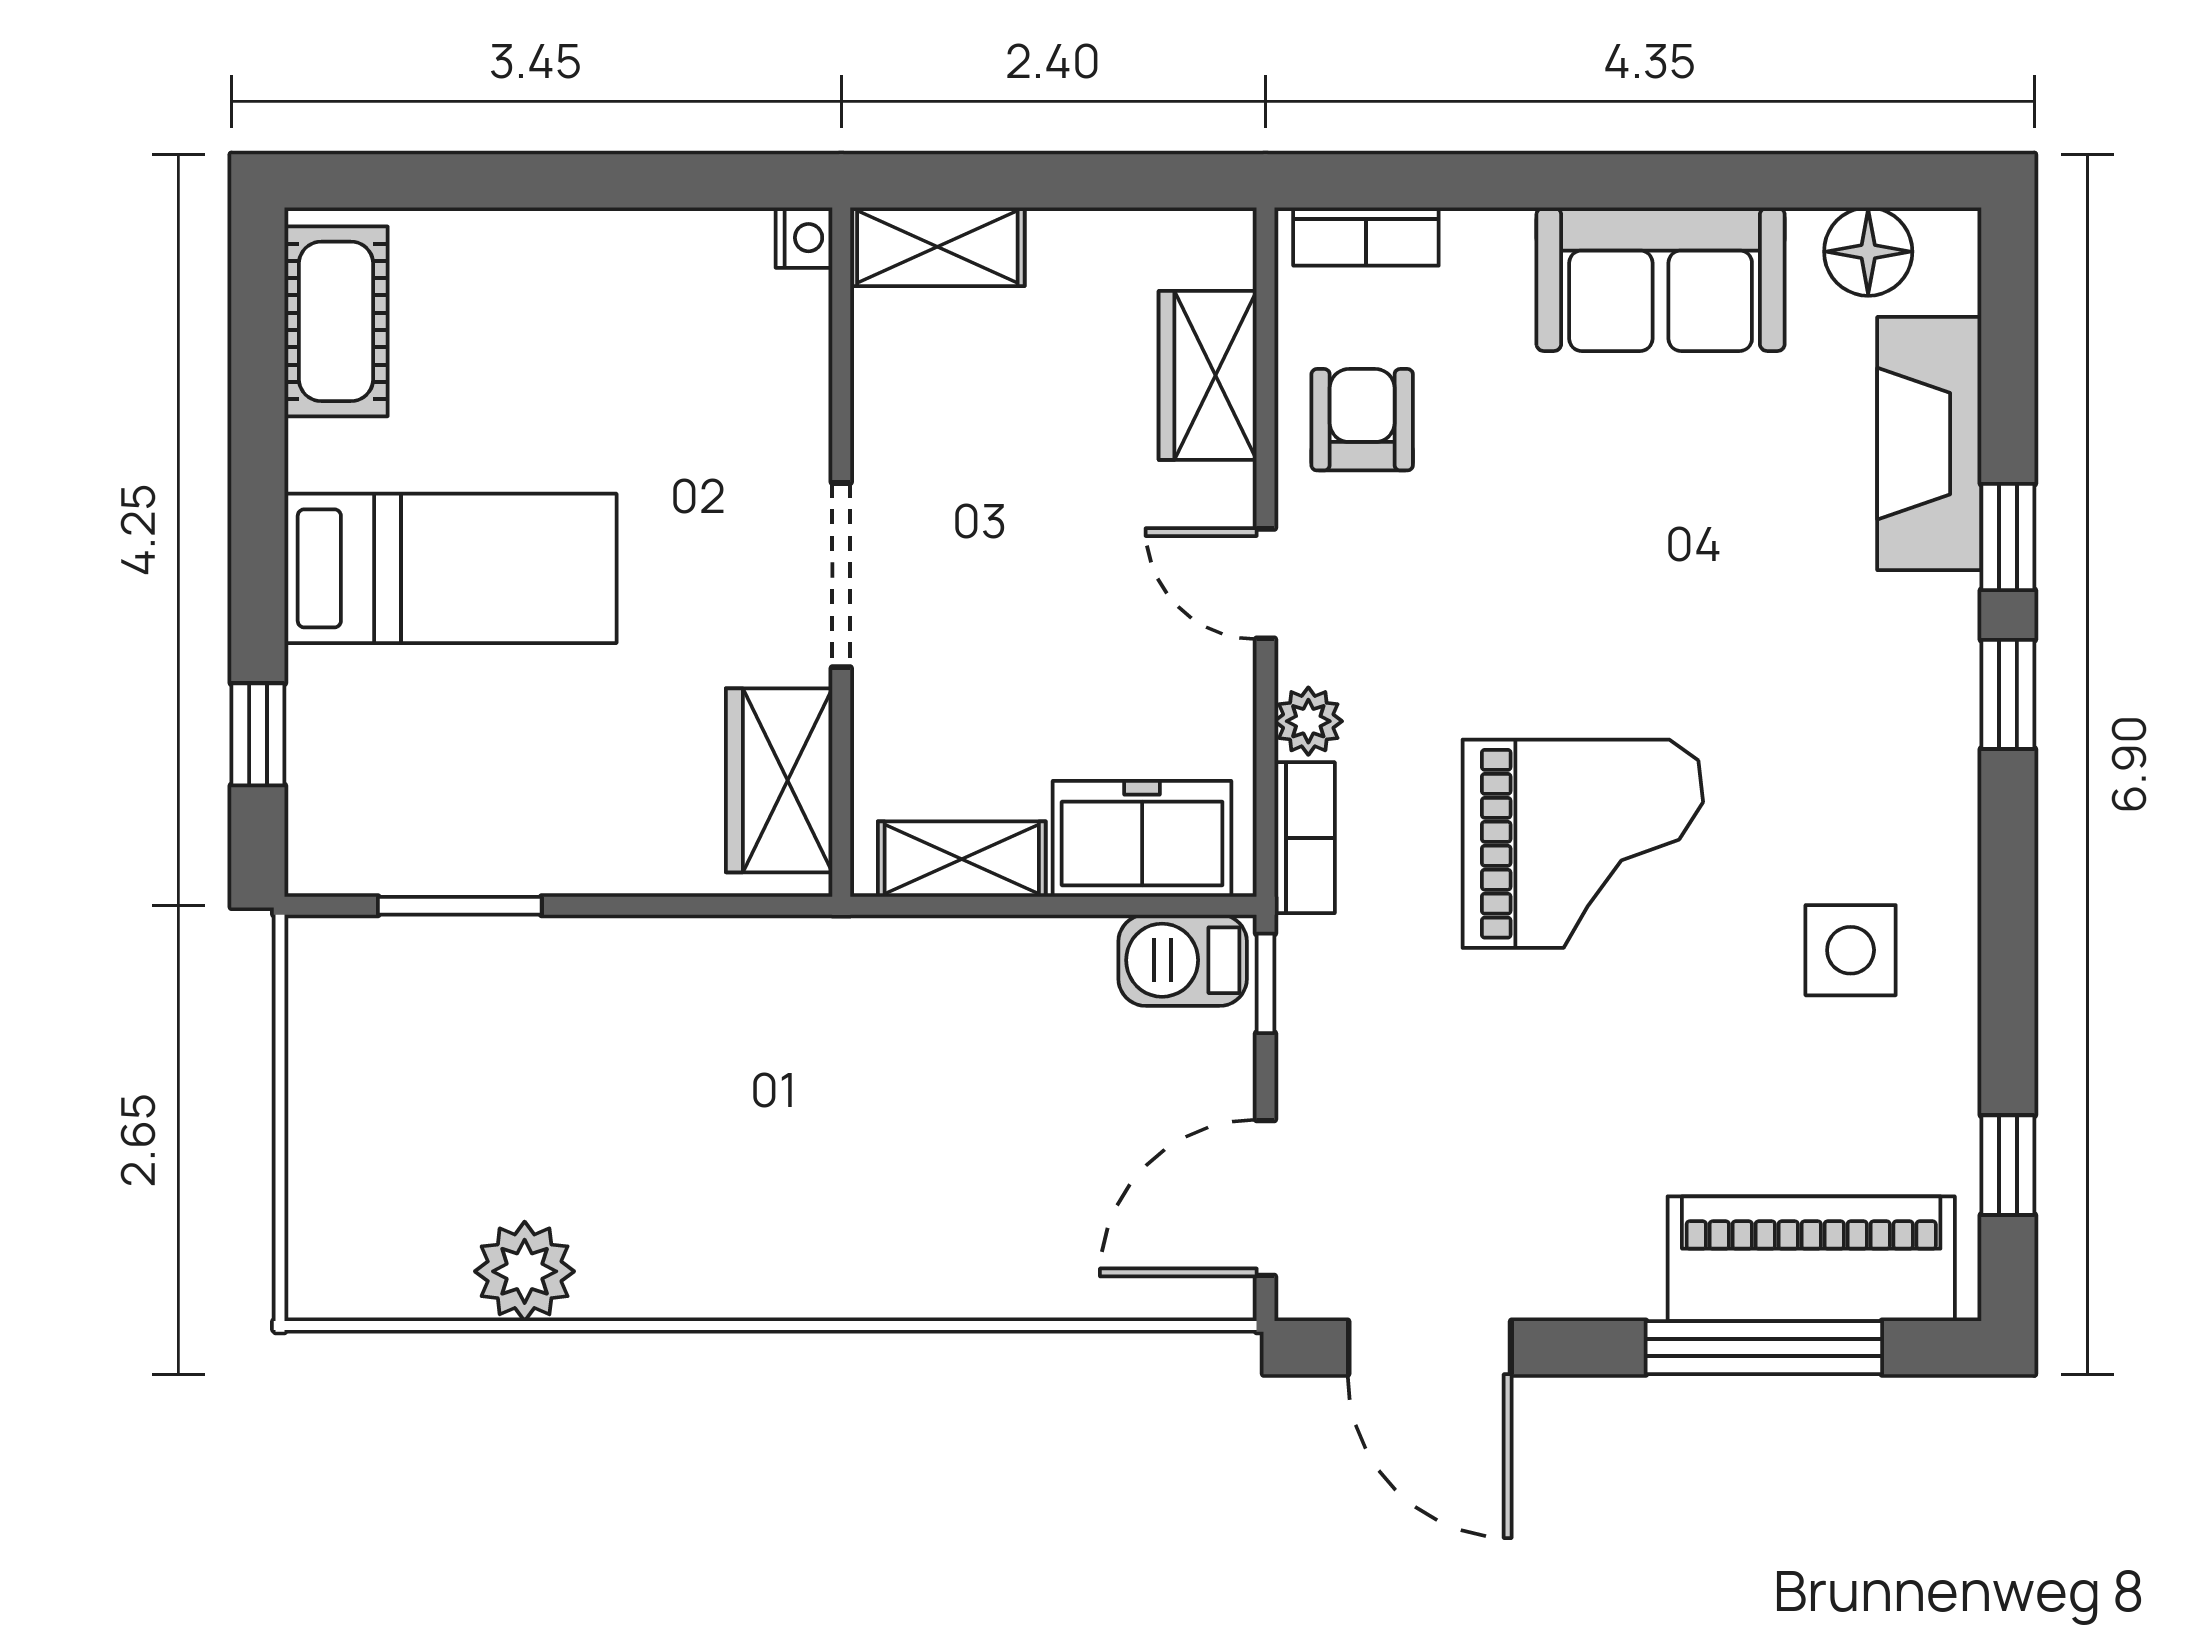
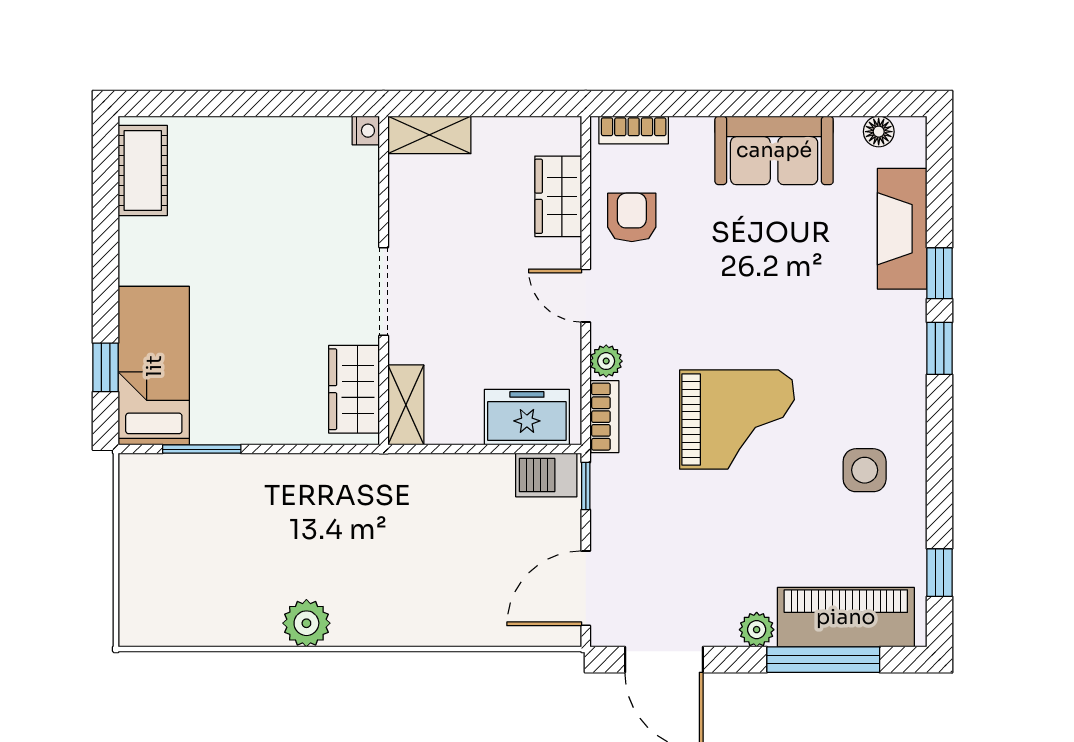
floor lamp: (1868, 252) -> (879, 132), width x0.73, depth x0.73
bed: (451, 568) -> (154, 366), moved, turned -90
shelving: (962, 859) -> (406, 405), moved, turned 90
plant: (525, 1271) -> (306, 623), moved
plant: (1624, 1285) -> (757, 630), added

